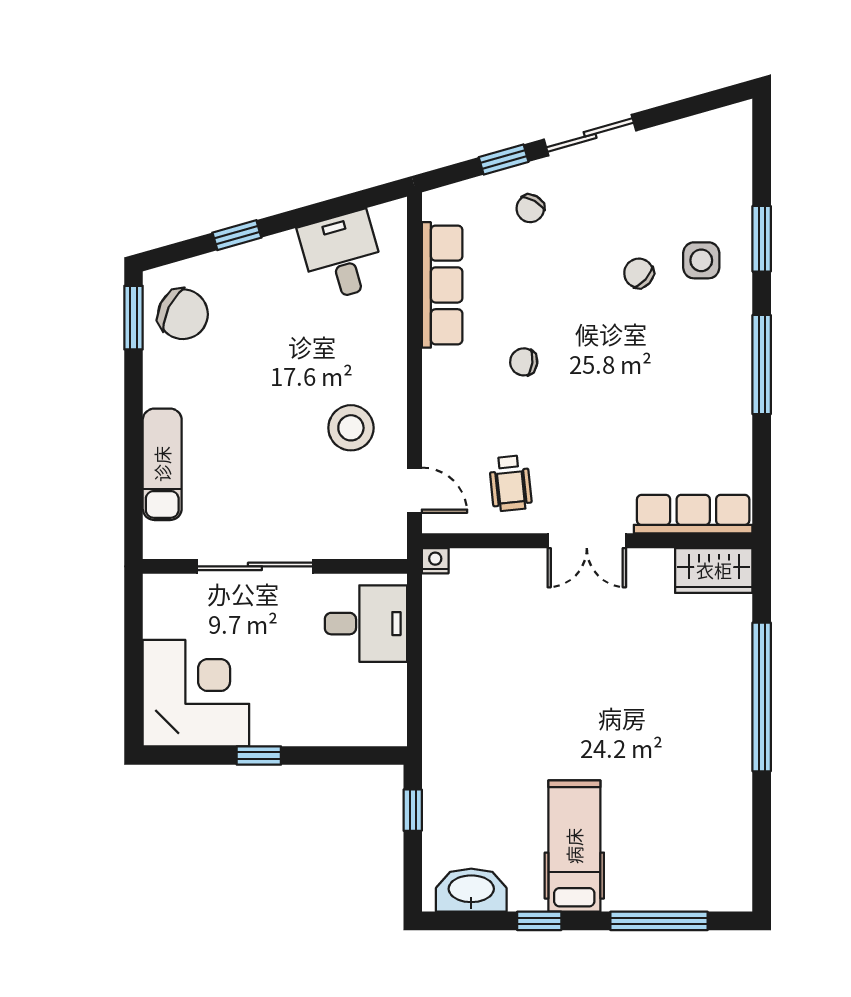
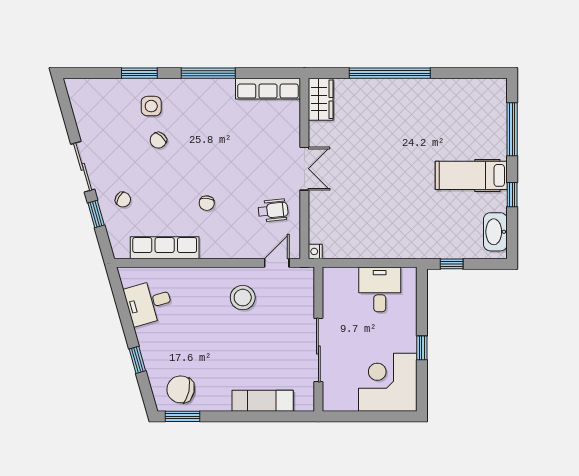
chair: (183, 314) -> (181, 389), turned -104
row of seats: (693, 514) -> (268, 89), moved, turned -90
desk: (366, 624) -> (380, 289), moved

